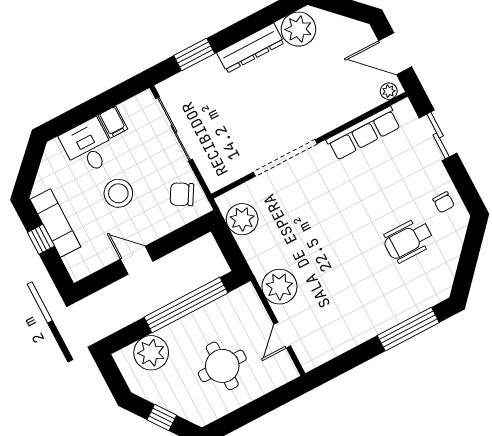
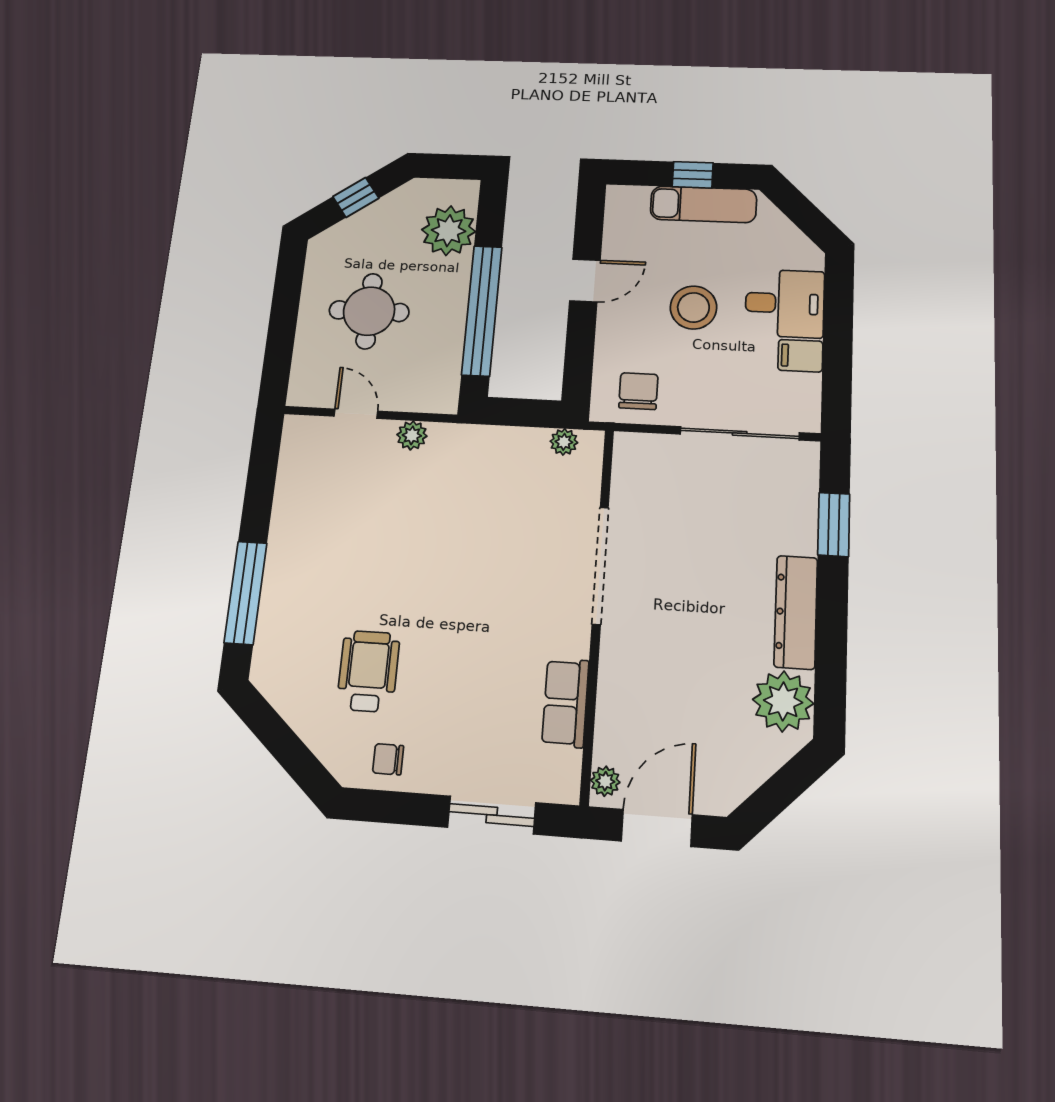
row of seats: (364, 133) -> (565, 703), width x0.68
chair: (182, 194) -> (638, 391), turned -30
plant: (242, 219) -> (564, 442), width x0.53, depth x0.53
plant: (279, 287) -> (412, 435), width x0.53, depth x0.53

